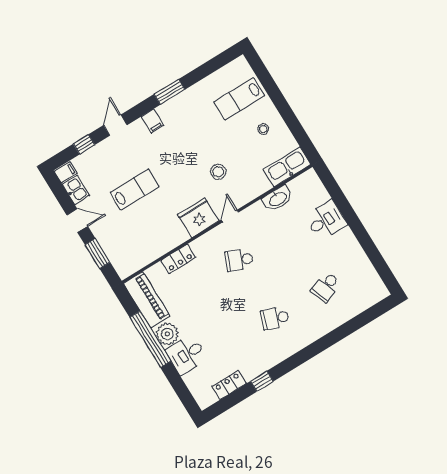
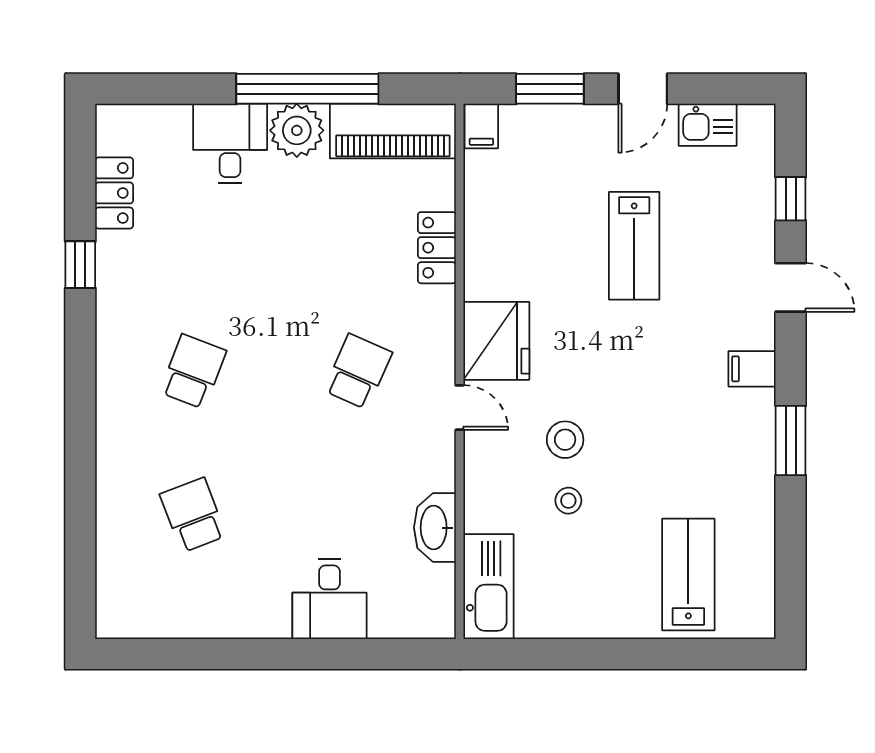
stool: (263, 129) -> (568, 501), moved
filing cabinet: (66, 172) -> (481, 126), moved

